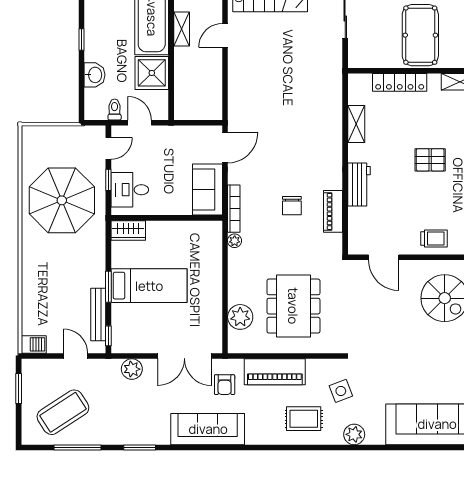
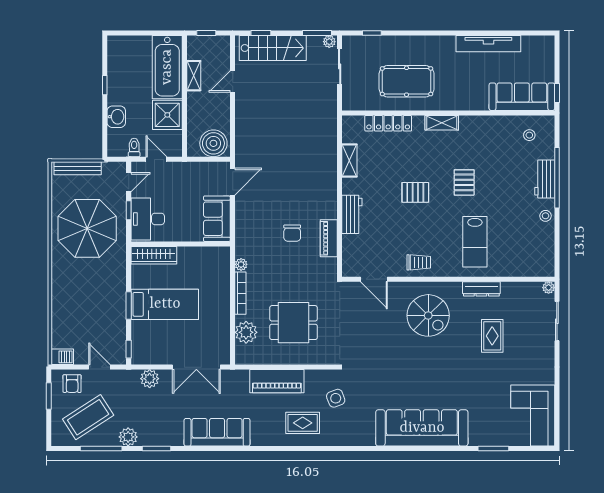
pool table: (420, 35) -> (407, 81), turned 90
boiler: (204, 105) -> (213, 143), added
desk: (130, 190) -> (148, 219), width x1.37
bookcase: (234, 209) -> (240, 293), moved
wardrobe: (128, 230) -> (154, 255), width x1.50
dining table: (293, 306) -> (294, 323), width x0.73
bench: (98, 315) -> (78, 168), moved, turned 90
armchair: (225, 385) -> (72, 384), moved
plant: (354, 434) -> (128, 437), moved

